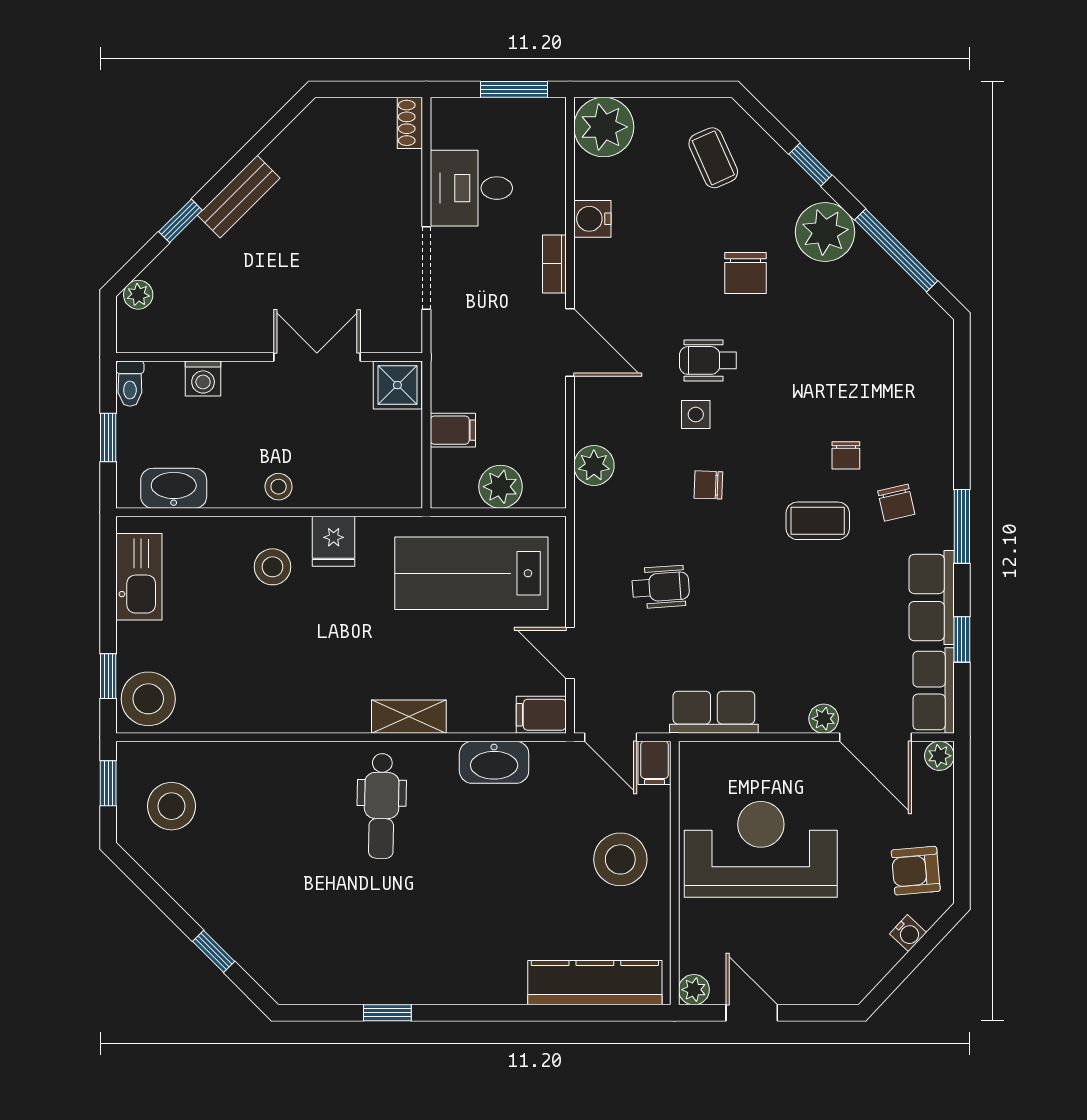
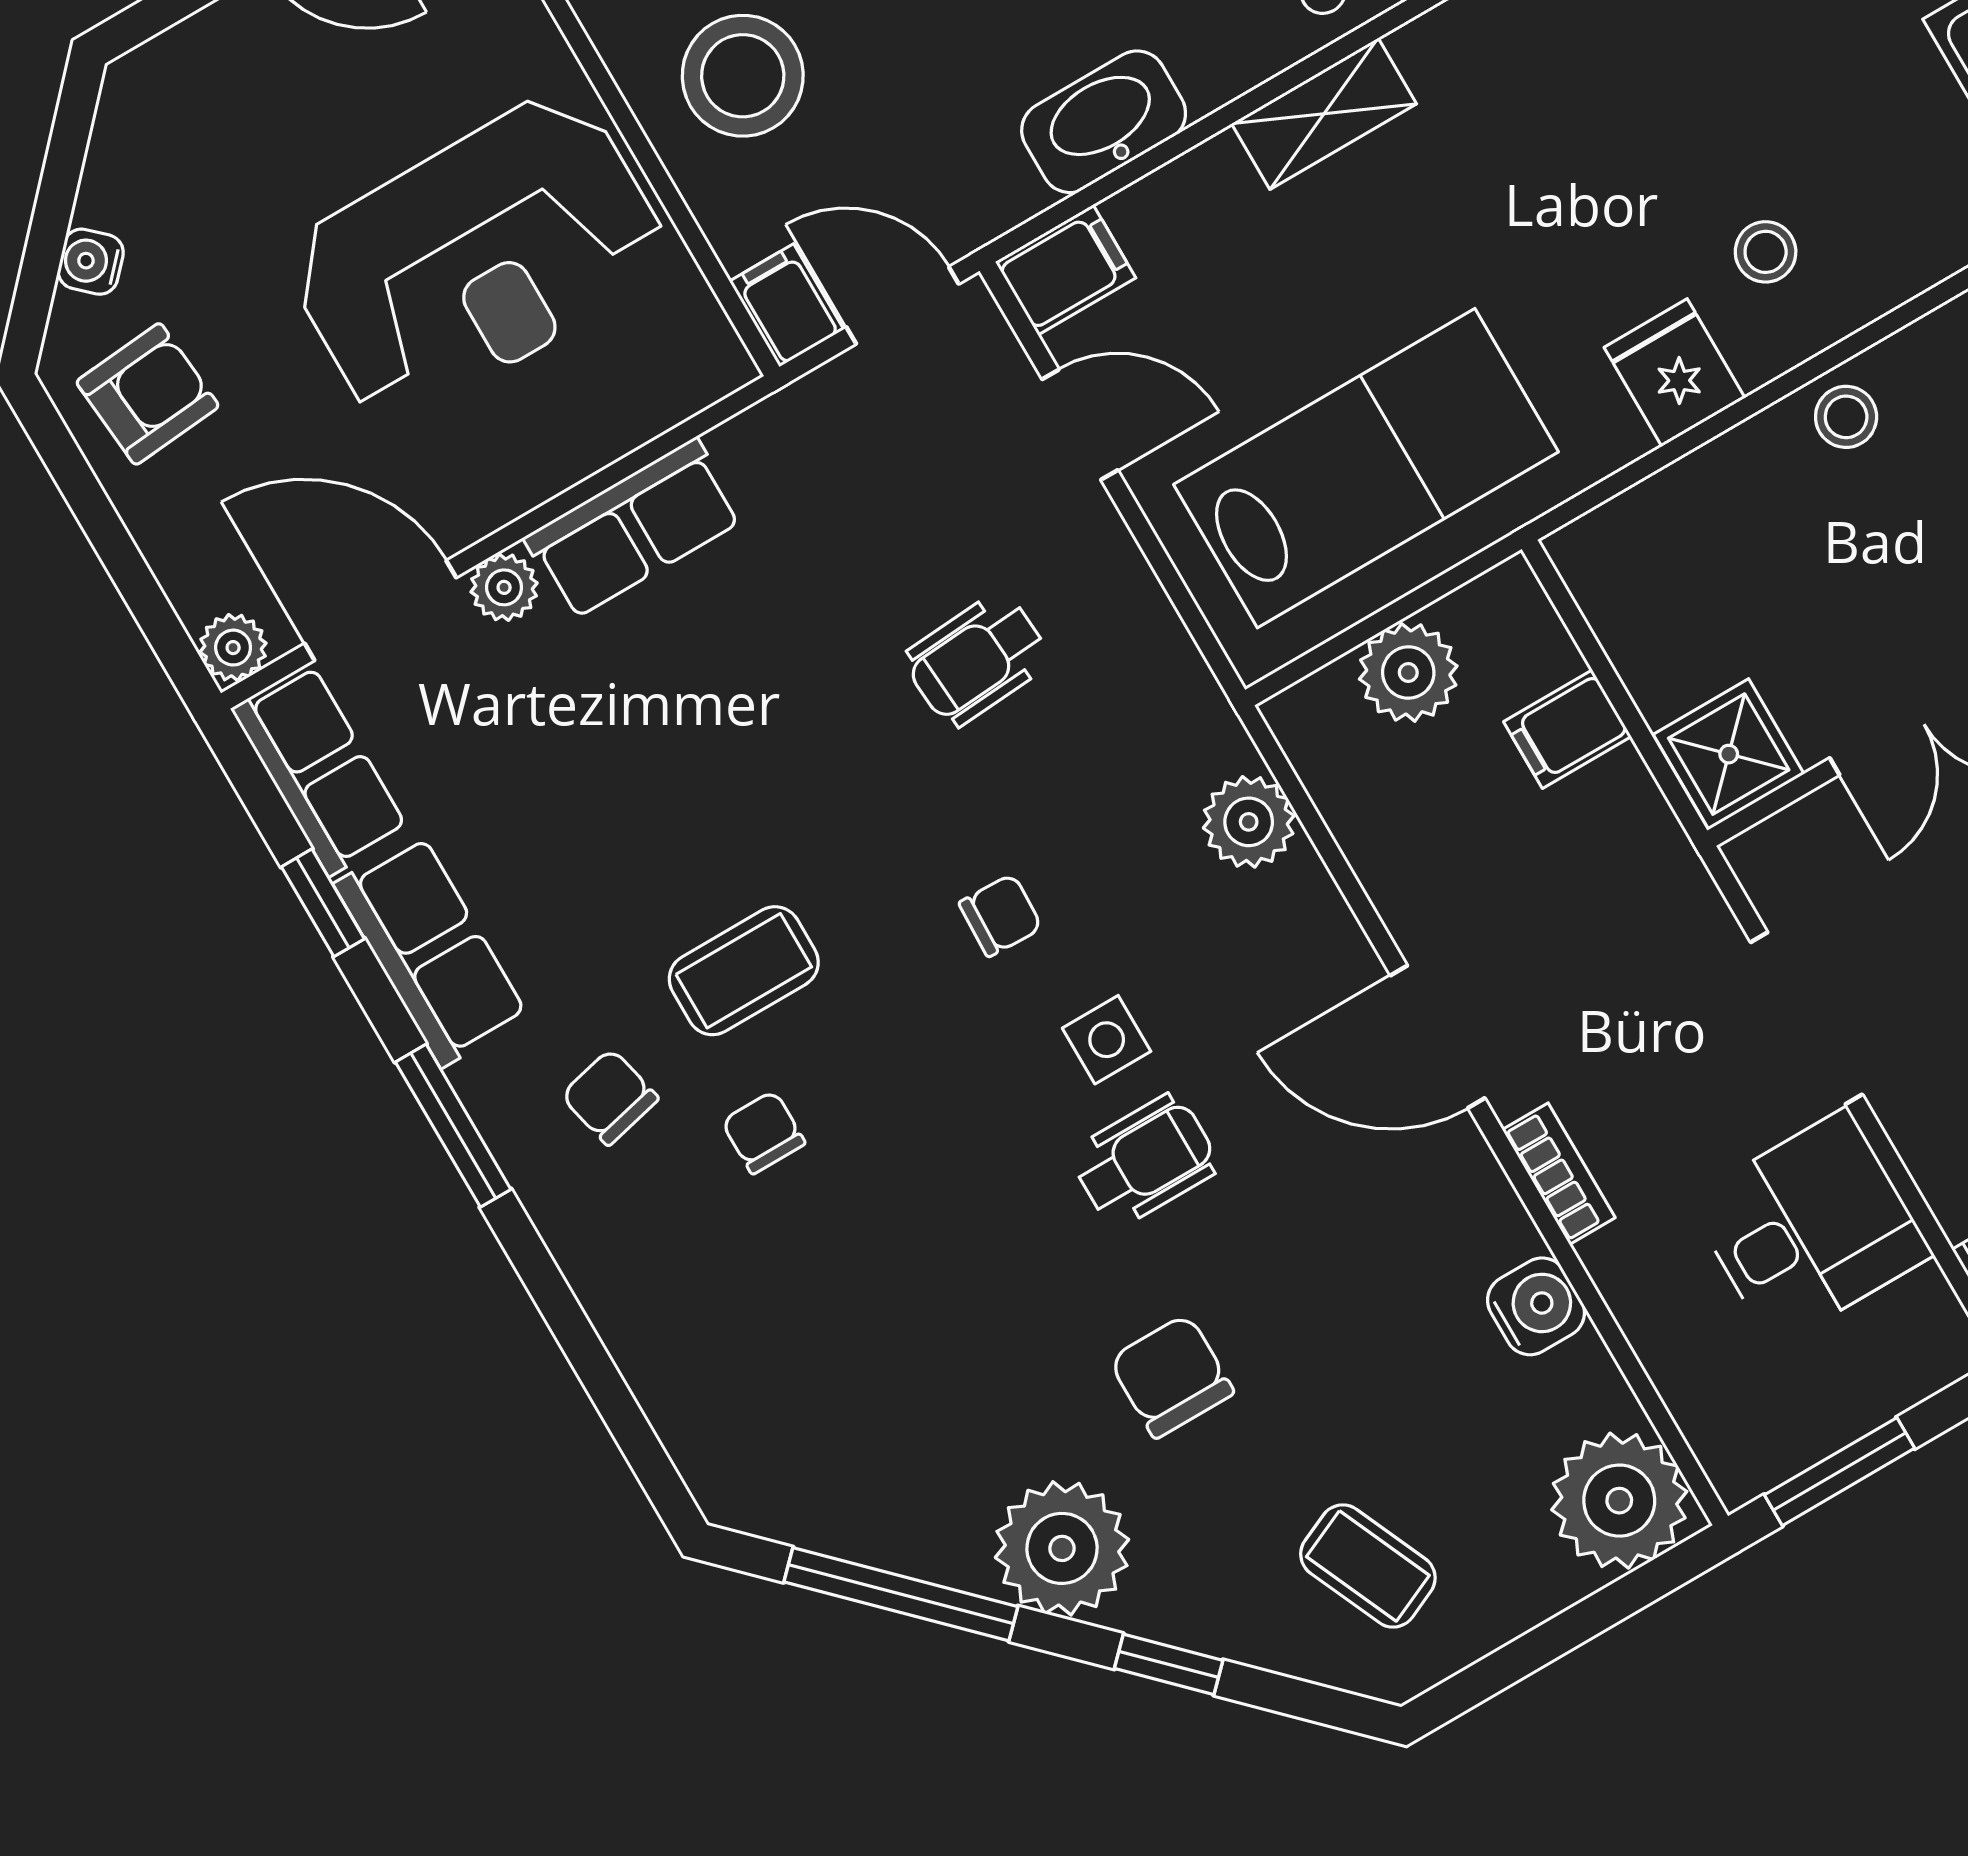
stool: (273, 567) -> (1766, 252), width x0.73, depth x0.73
row of seats: (714, 712) -> (634, 529), moved

